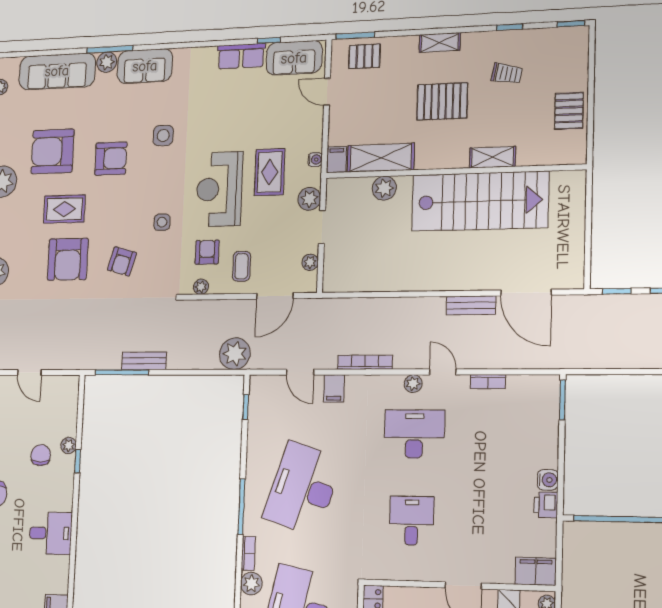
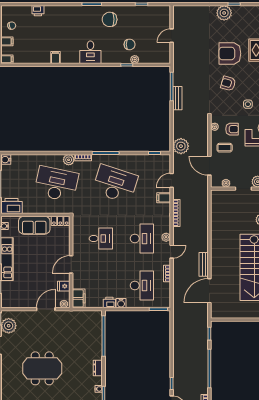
desk: (511, 435) -> (142, 285), added

